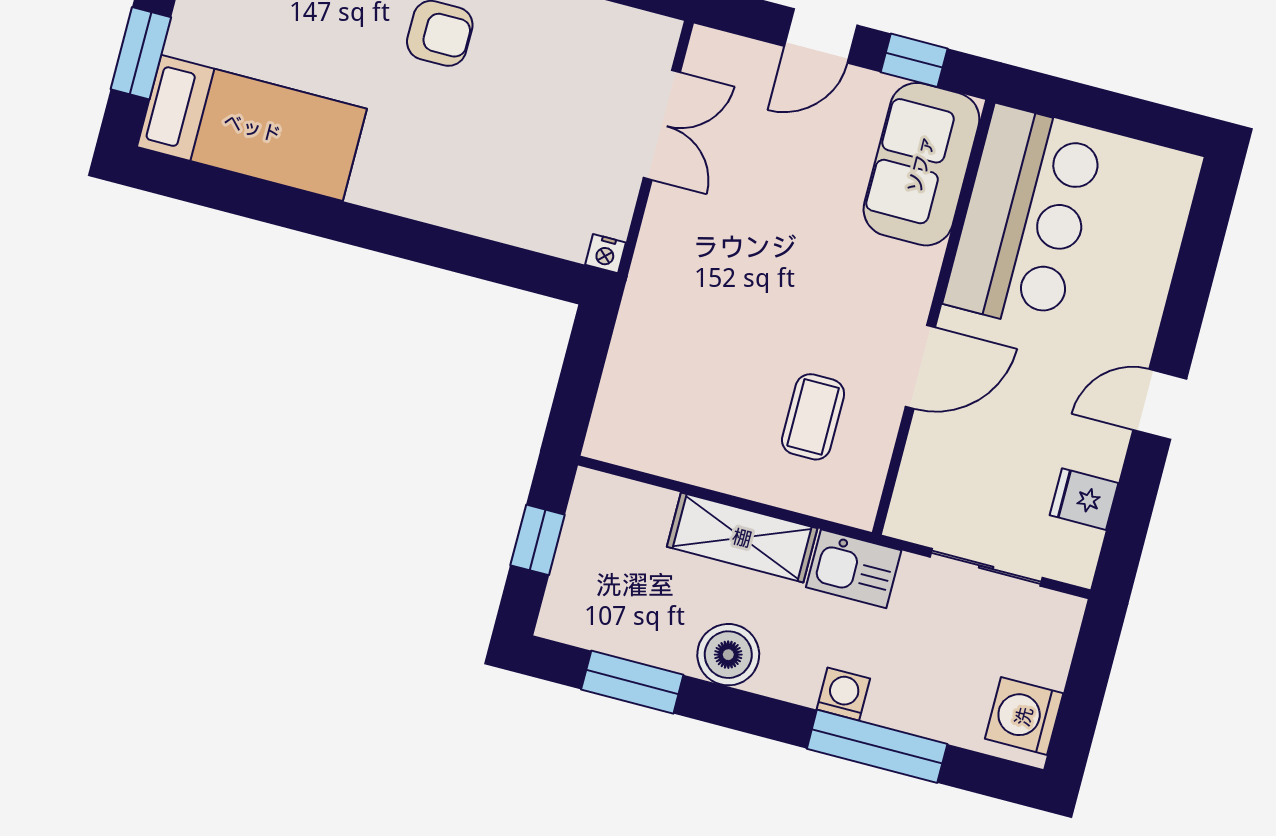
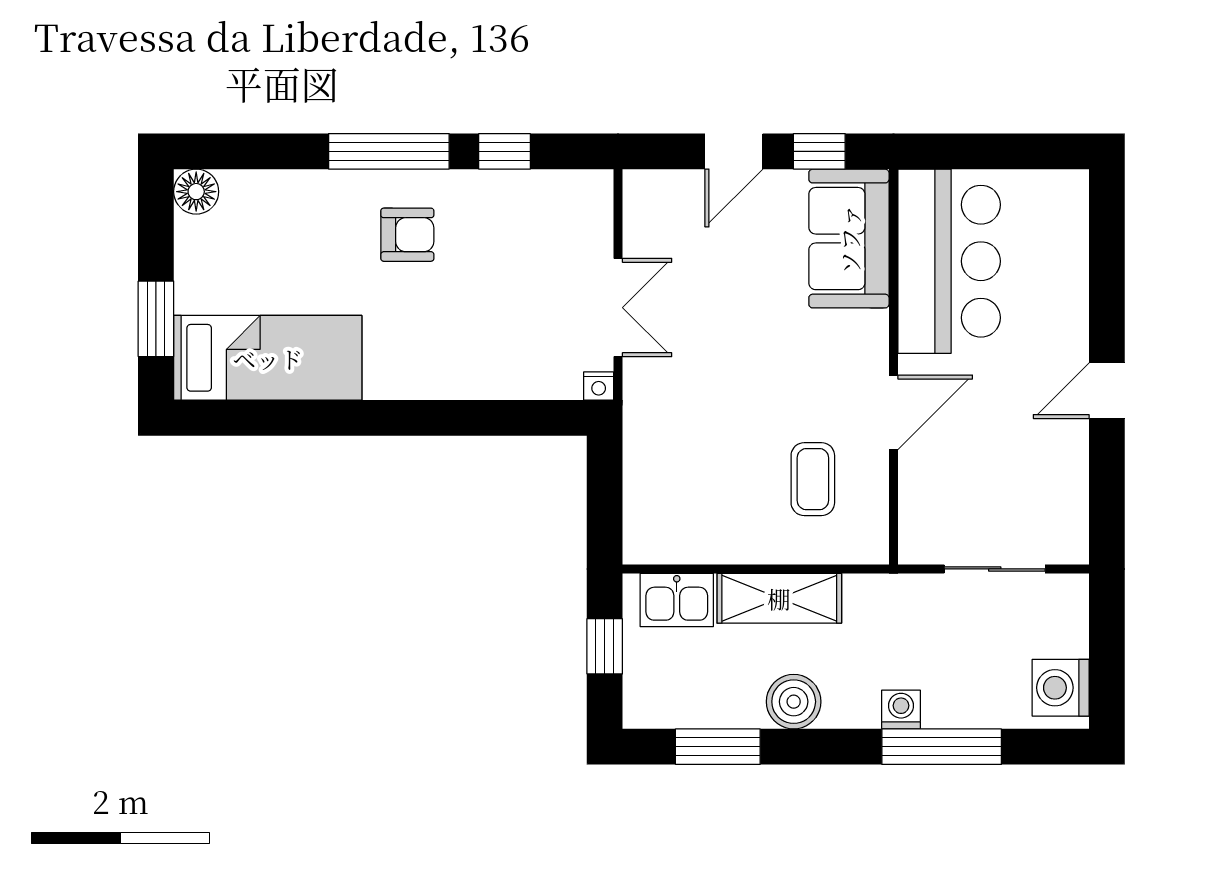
double door: (662, 125) -> (618, 308), moved
fridge: (1084, 499) -> (1063, 489), removed
kitchen sink: (854, 569) -> (677, 600), moved

